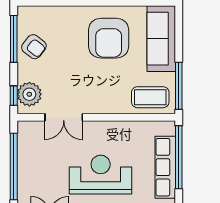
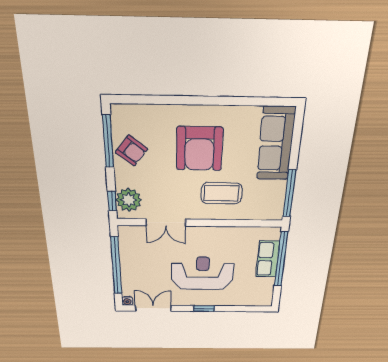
armchair: (109, 38) -> (199, 149), moved
coffee table: (150, 97) -> (221, 193), moved
row of seats: (165, 167) -> (268, 259), width x0.68

